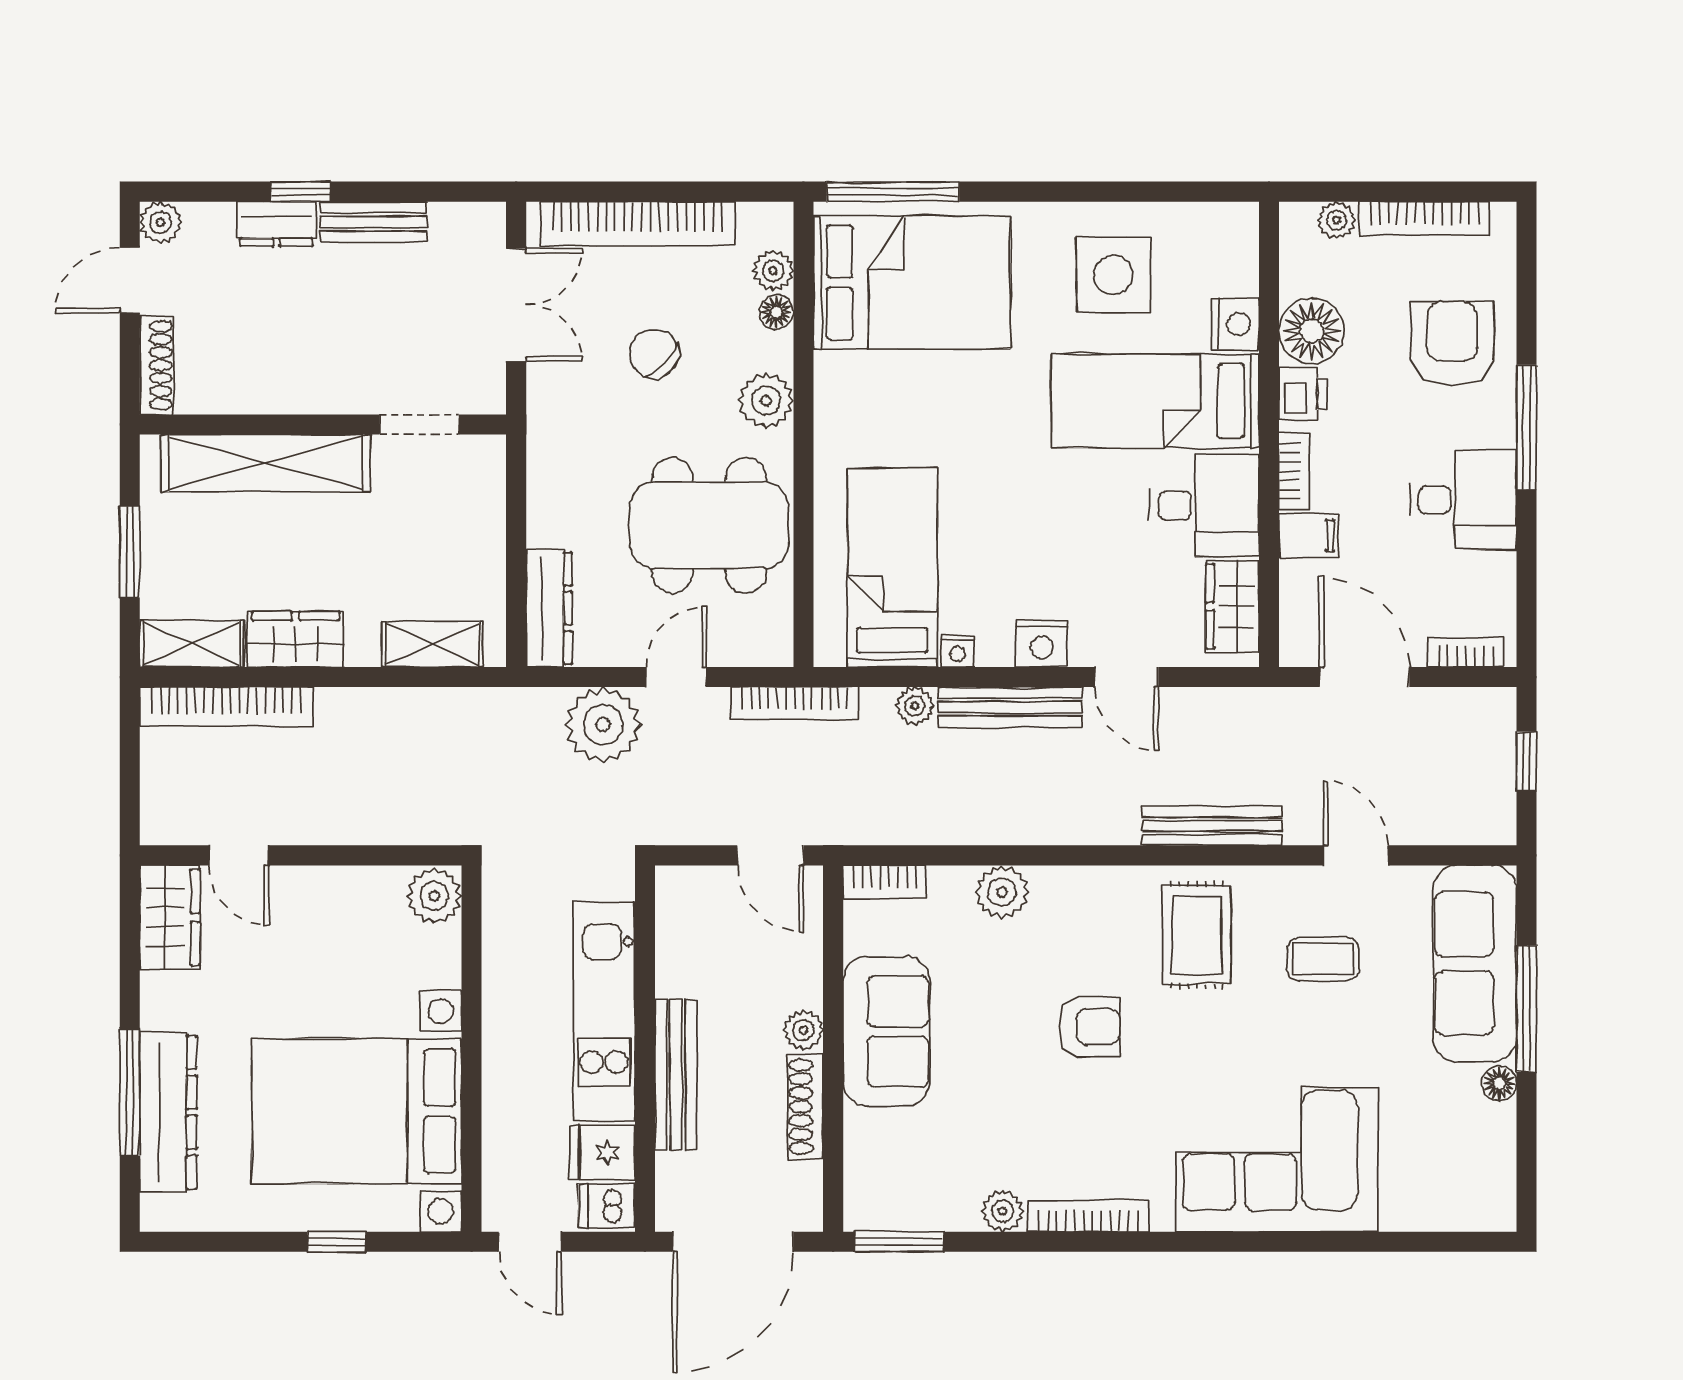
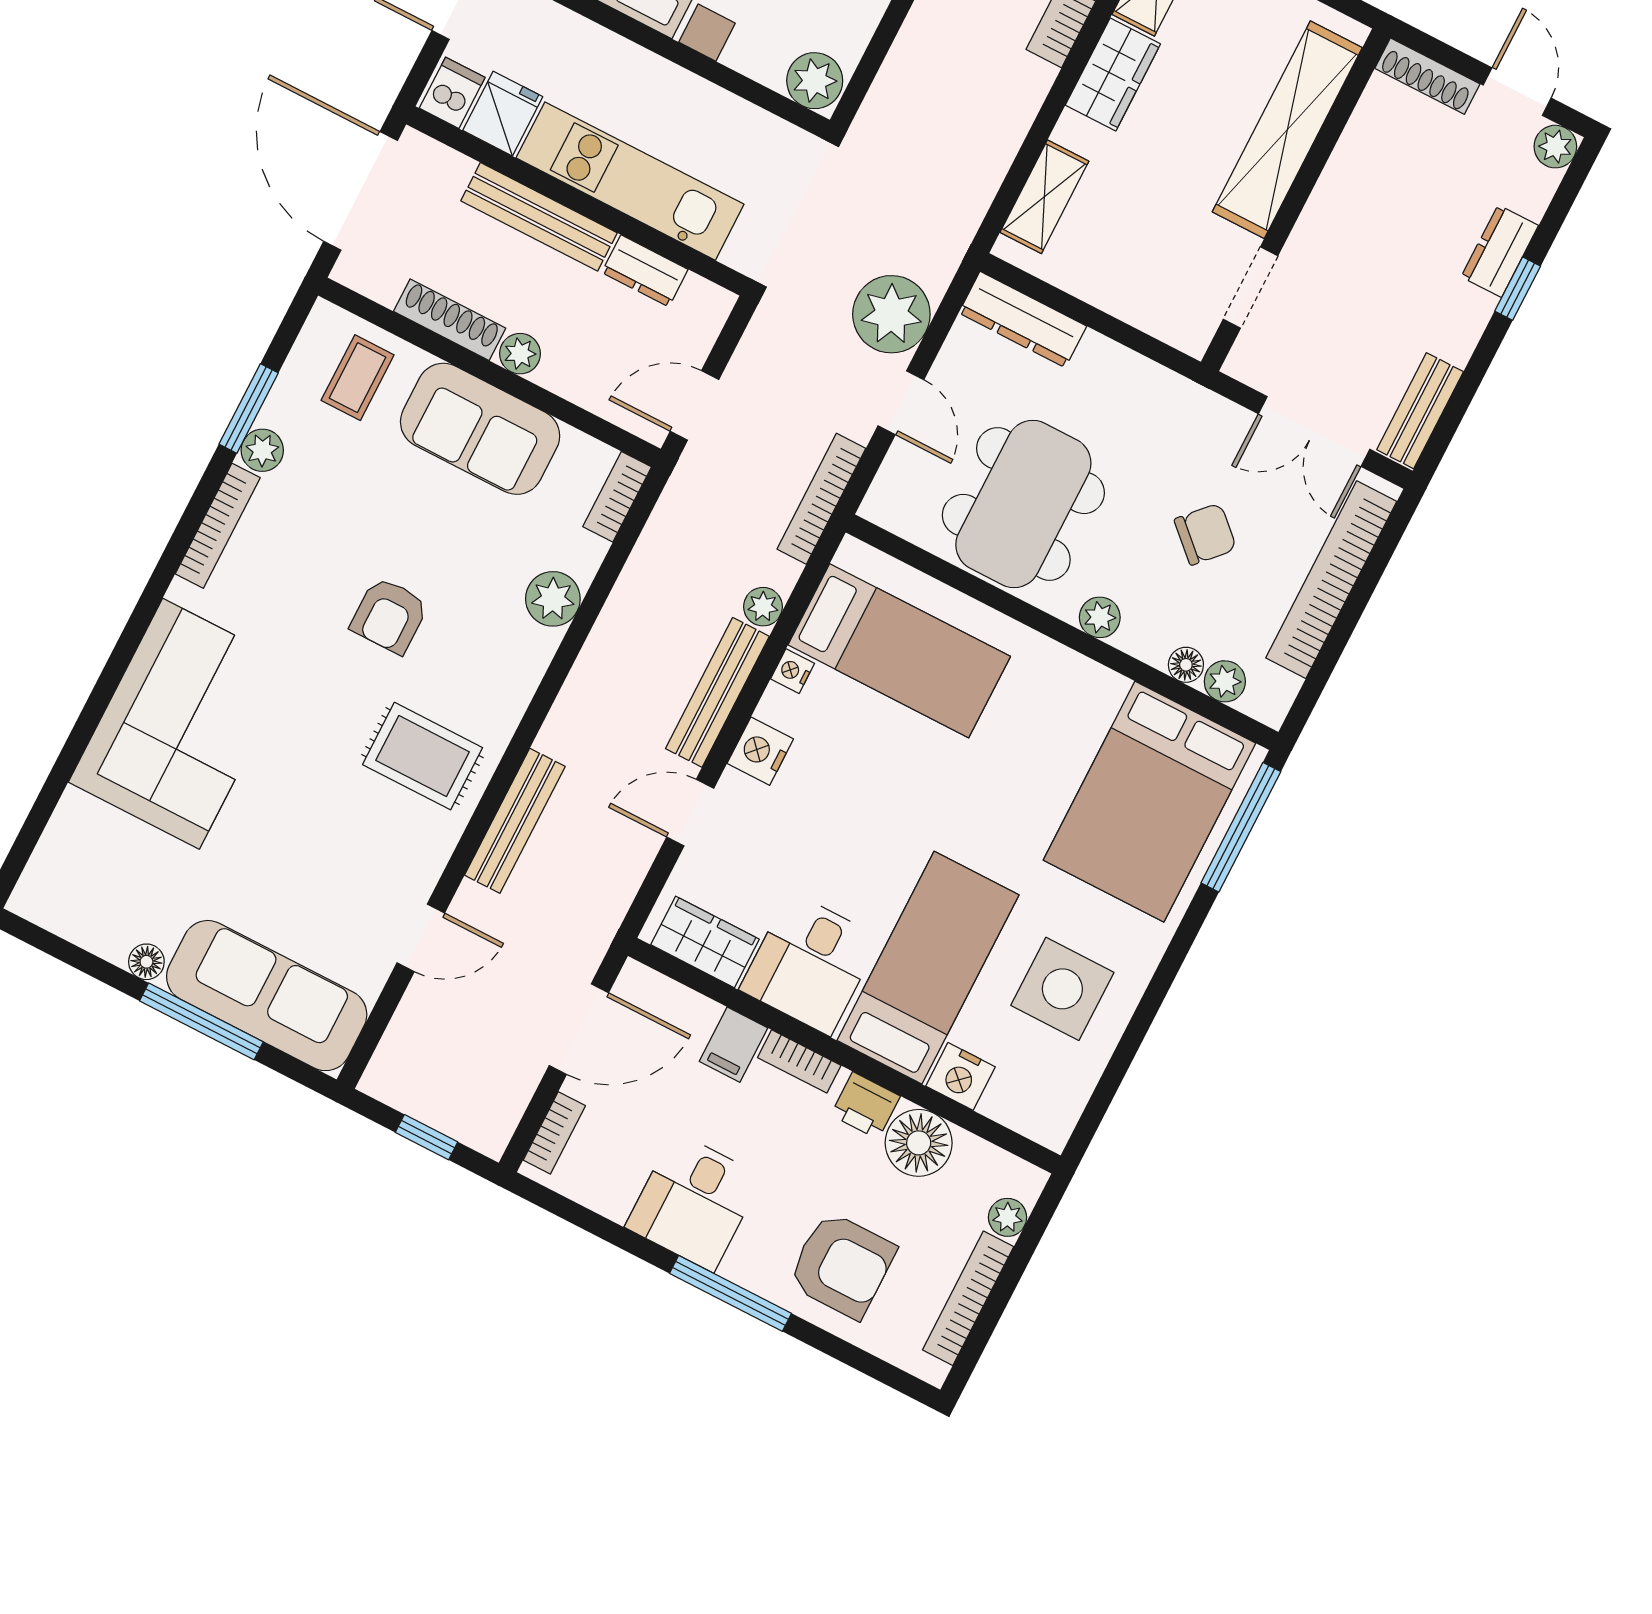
bench: (373, 222) -> (1420, 411), moved
plant: (766, 401) -> (1100, 617), width x0.73, depth x0.73
dresser: (676, 959) -> (645, 271), added
coffee table: (1323, 959) -> (358, 378), moved
window: (899, 1242) -> (249, 409), moved

